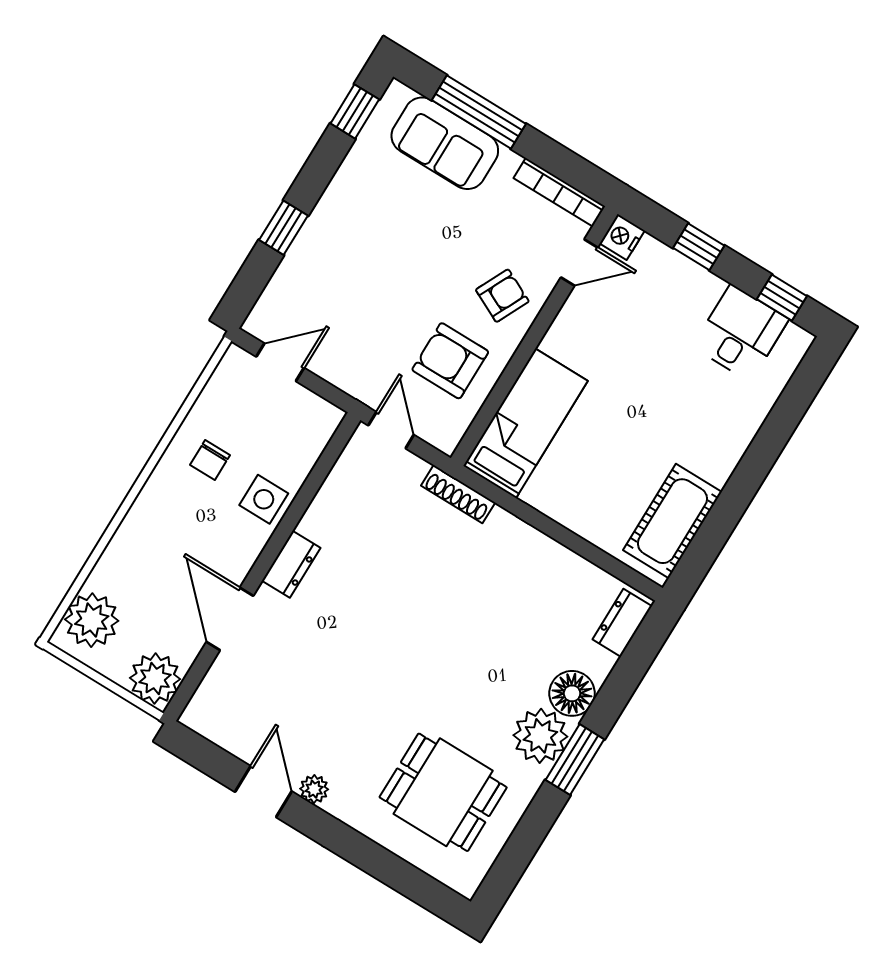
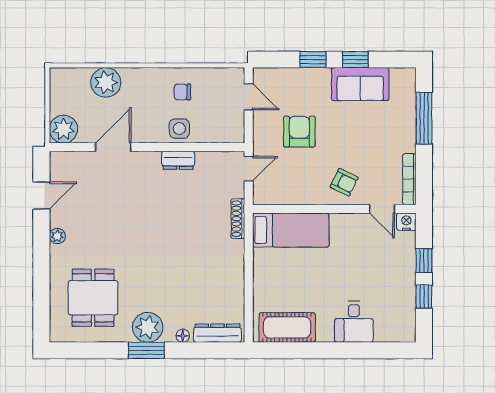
window: (355, 111) -> (355, 60), moved
sofa: (445, 143) -> (360, 84), moved, turned -90
window: (782, 298) -> (424, 297), moved
desk: (740, 333) -> (354, 322), moved, turned 90
armchair: (450, 361) -> (299, 132), moved
dresser: (291, 564) -> (178, 160), moved
plant: (92, 620) -> (106, 82), moved
dresser: (622, 623) -> (217, 333), width x1.44
floor lamp: (572, 693) -> (183, 336), width x0.53, depth x0.53
door: (263, 792) -> (41, 196), moved

